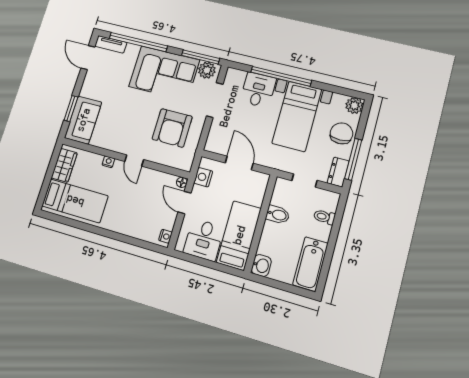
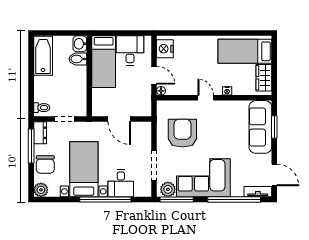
sofa: (83, 120) -> (260, 127), width x1.36
nightstand: (203, 177) -> (145, 100), removed
bidet: (278, 215) -> (78, 59), moved
toilet: (324, 217) -> (42, 108), moved
nightstand: (165, 236) -> (165, 49), width x1.89, depth x1.79

